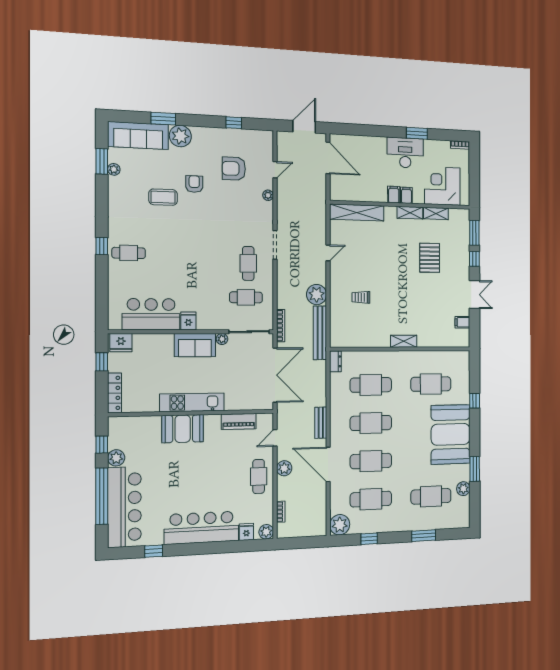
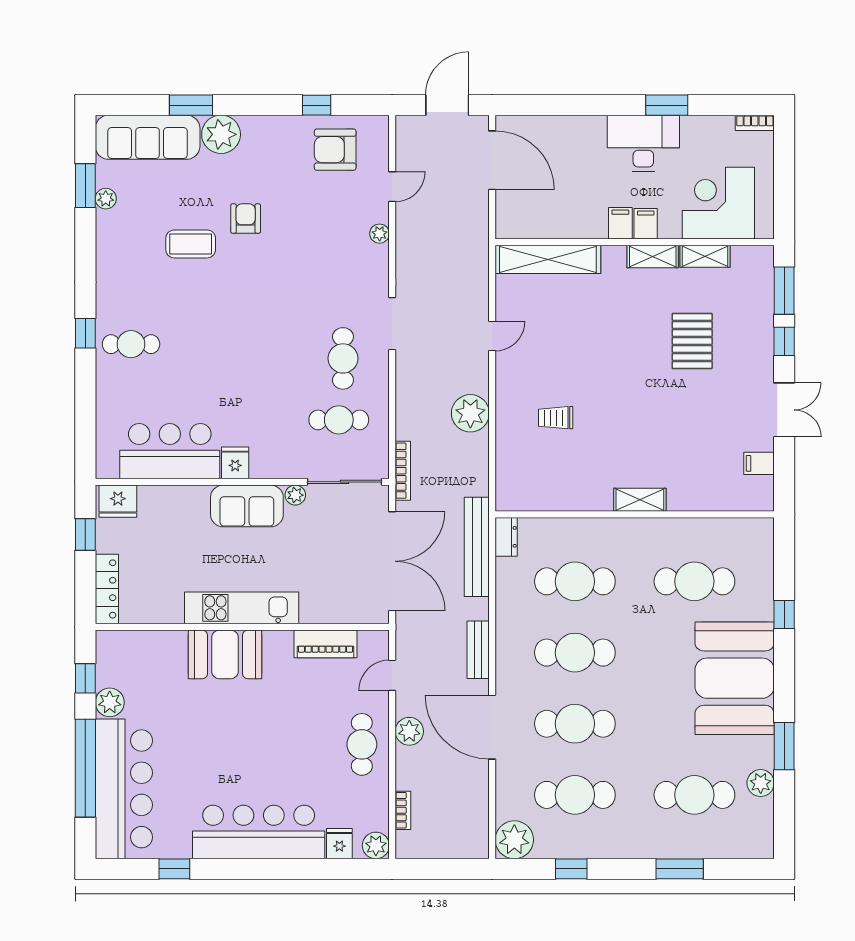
armchair: (234, 169) -> (335, 150), moved
bench: (320, 333) -> (477, 547), moved

